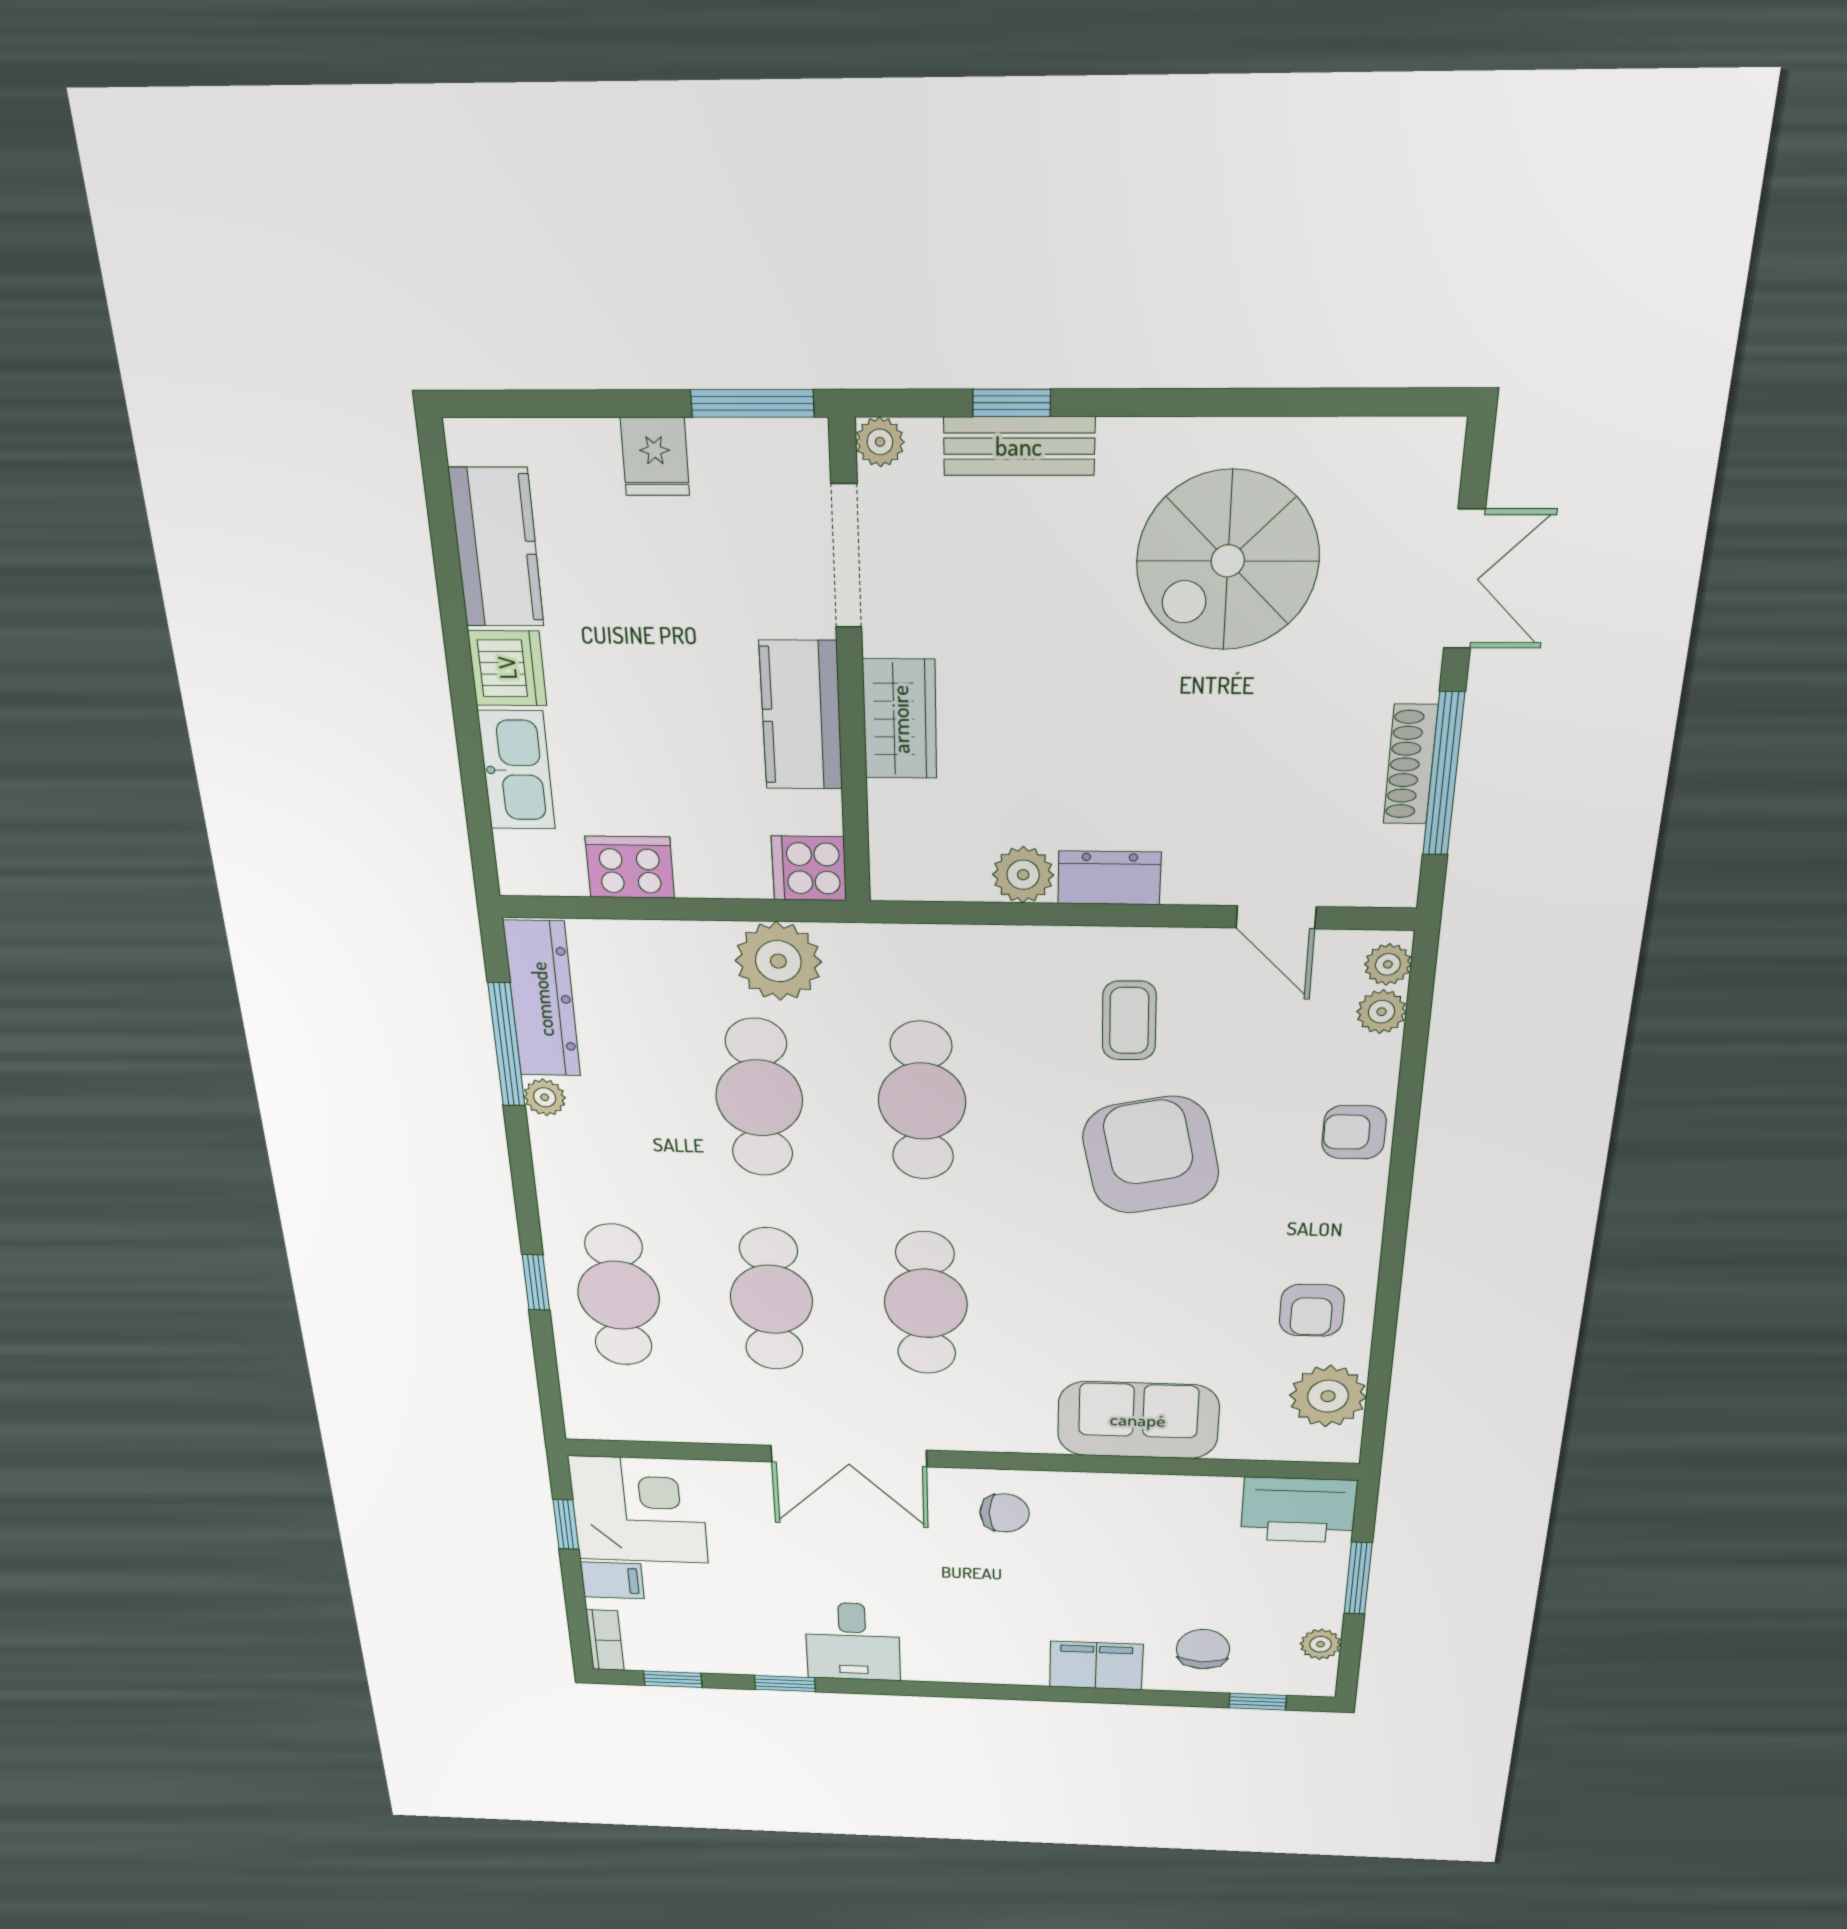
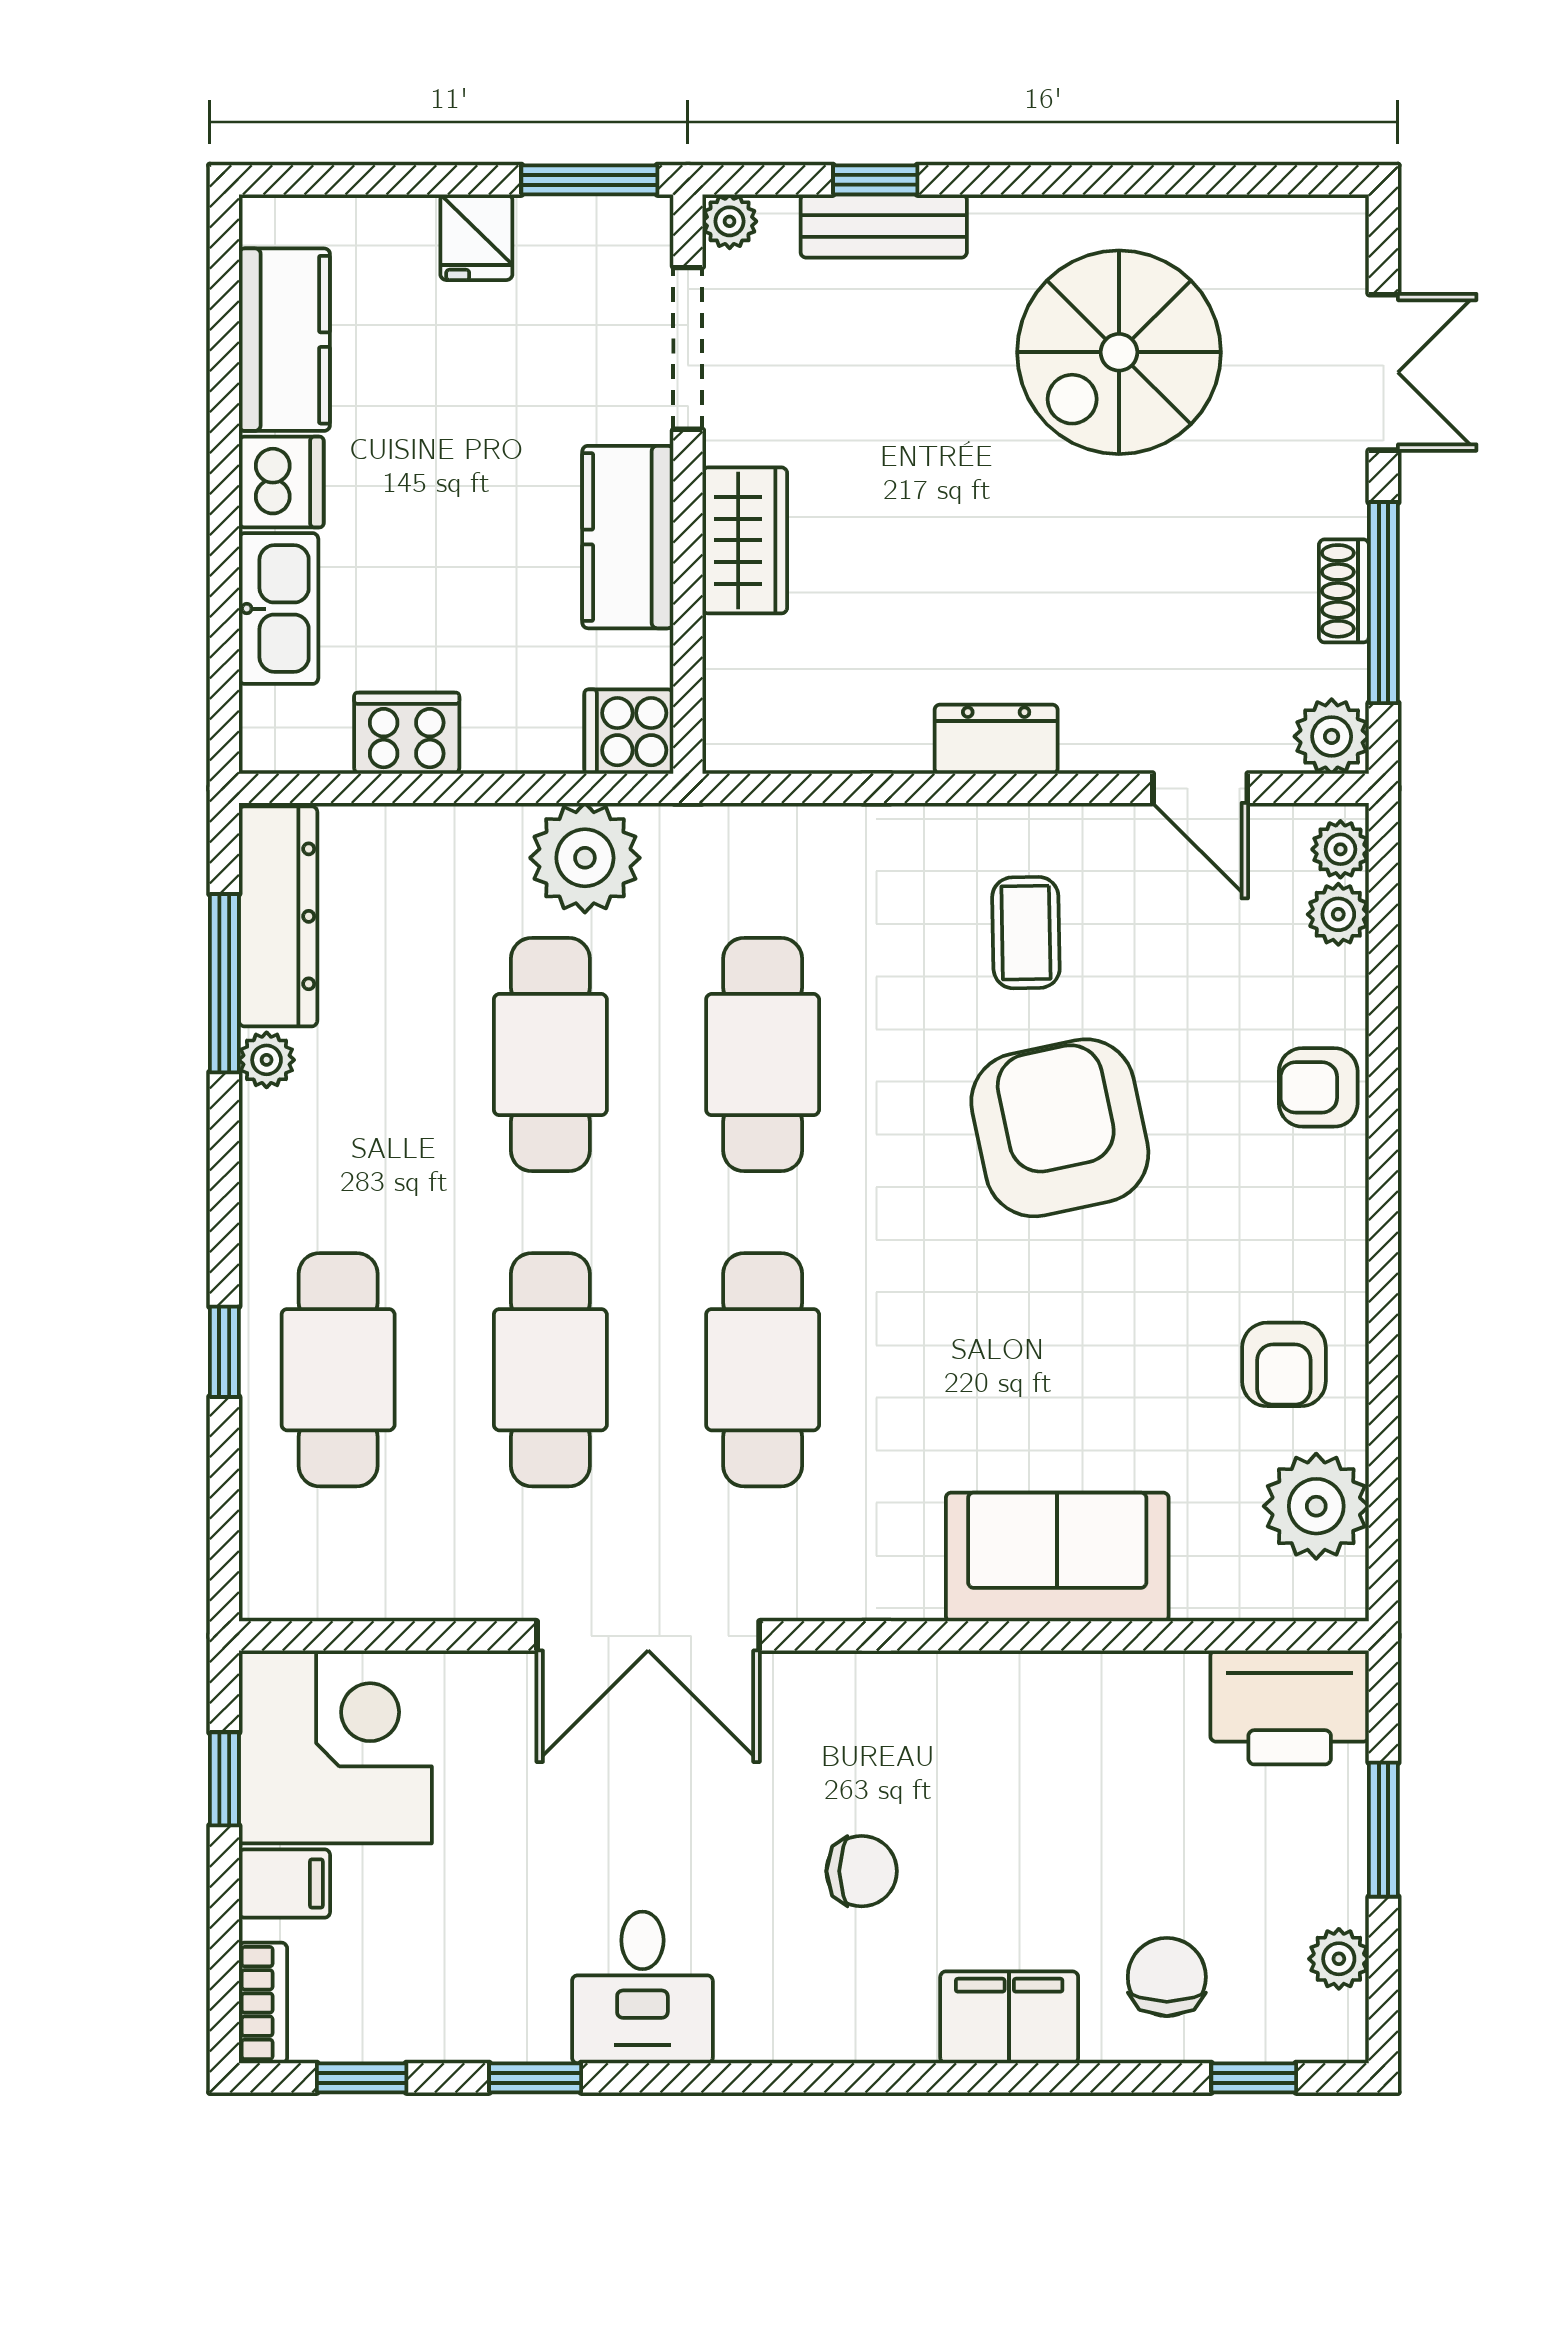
shoe rack: (1410, 764) -> (1344, 591), width x0.70
plant: (1023, 875) -> (1332, 736), moved
chair: (1005, 1513) -> (862, 1871), moved

